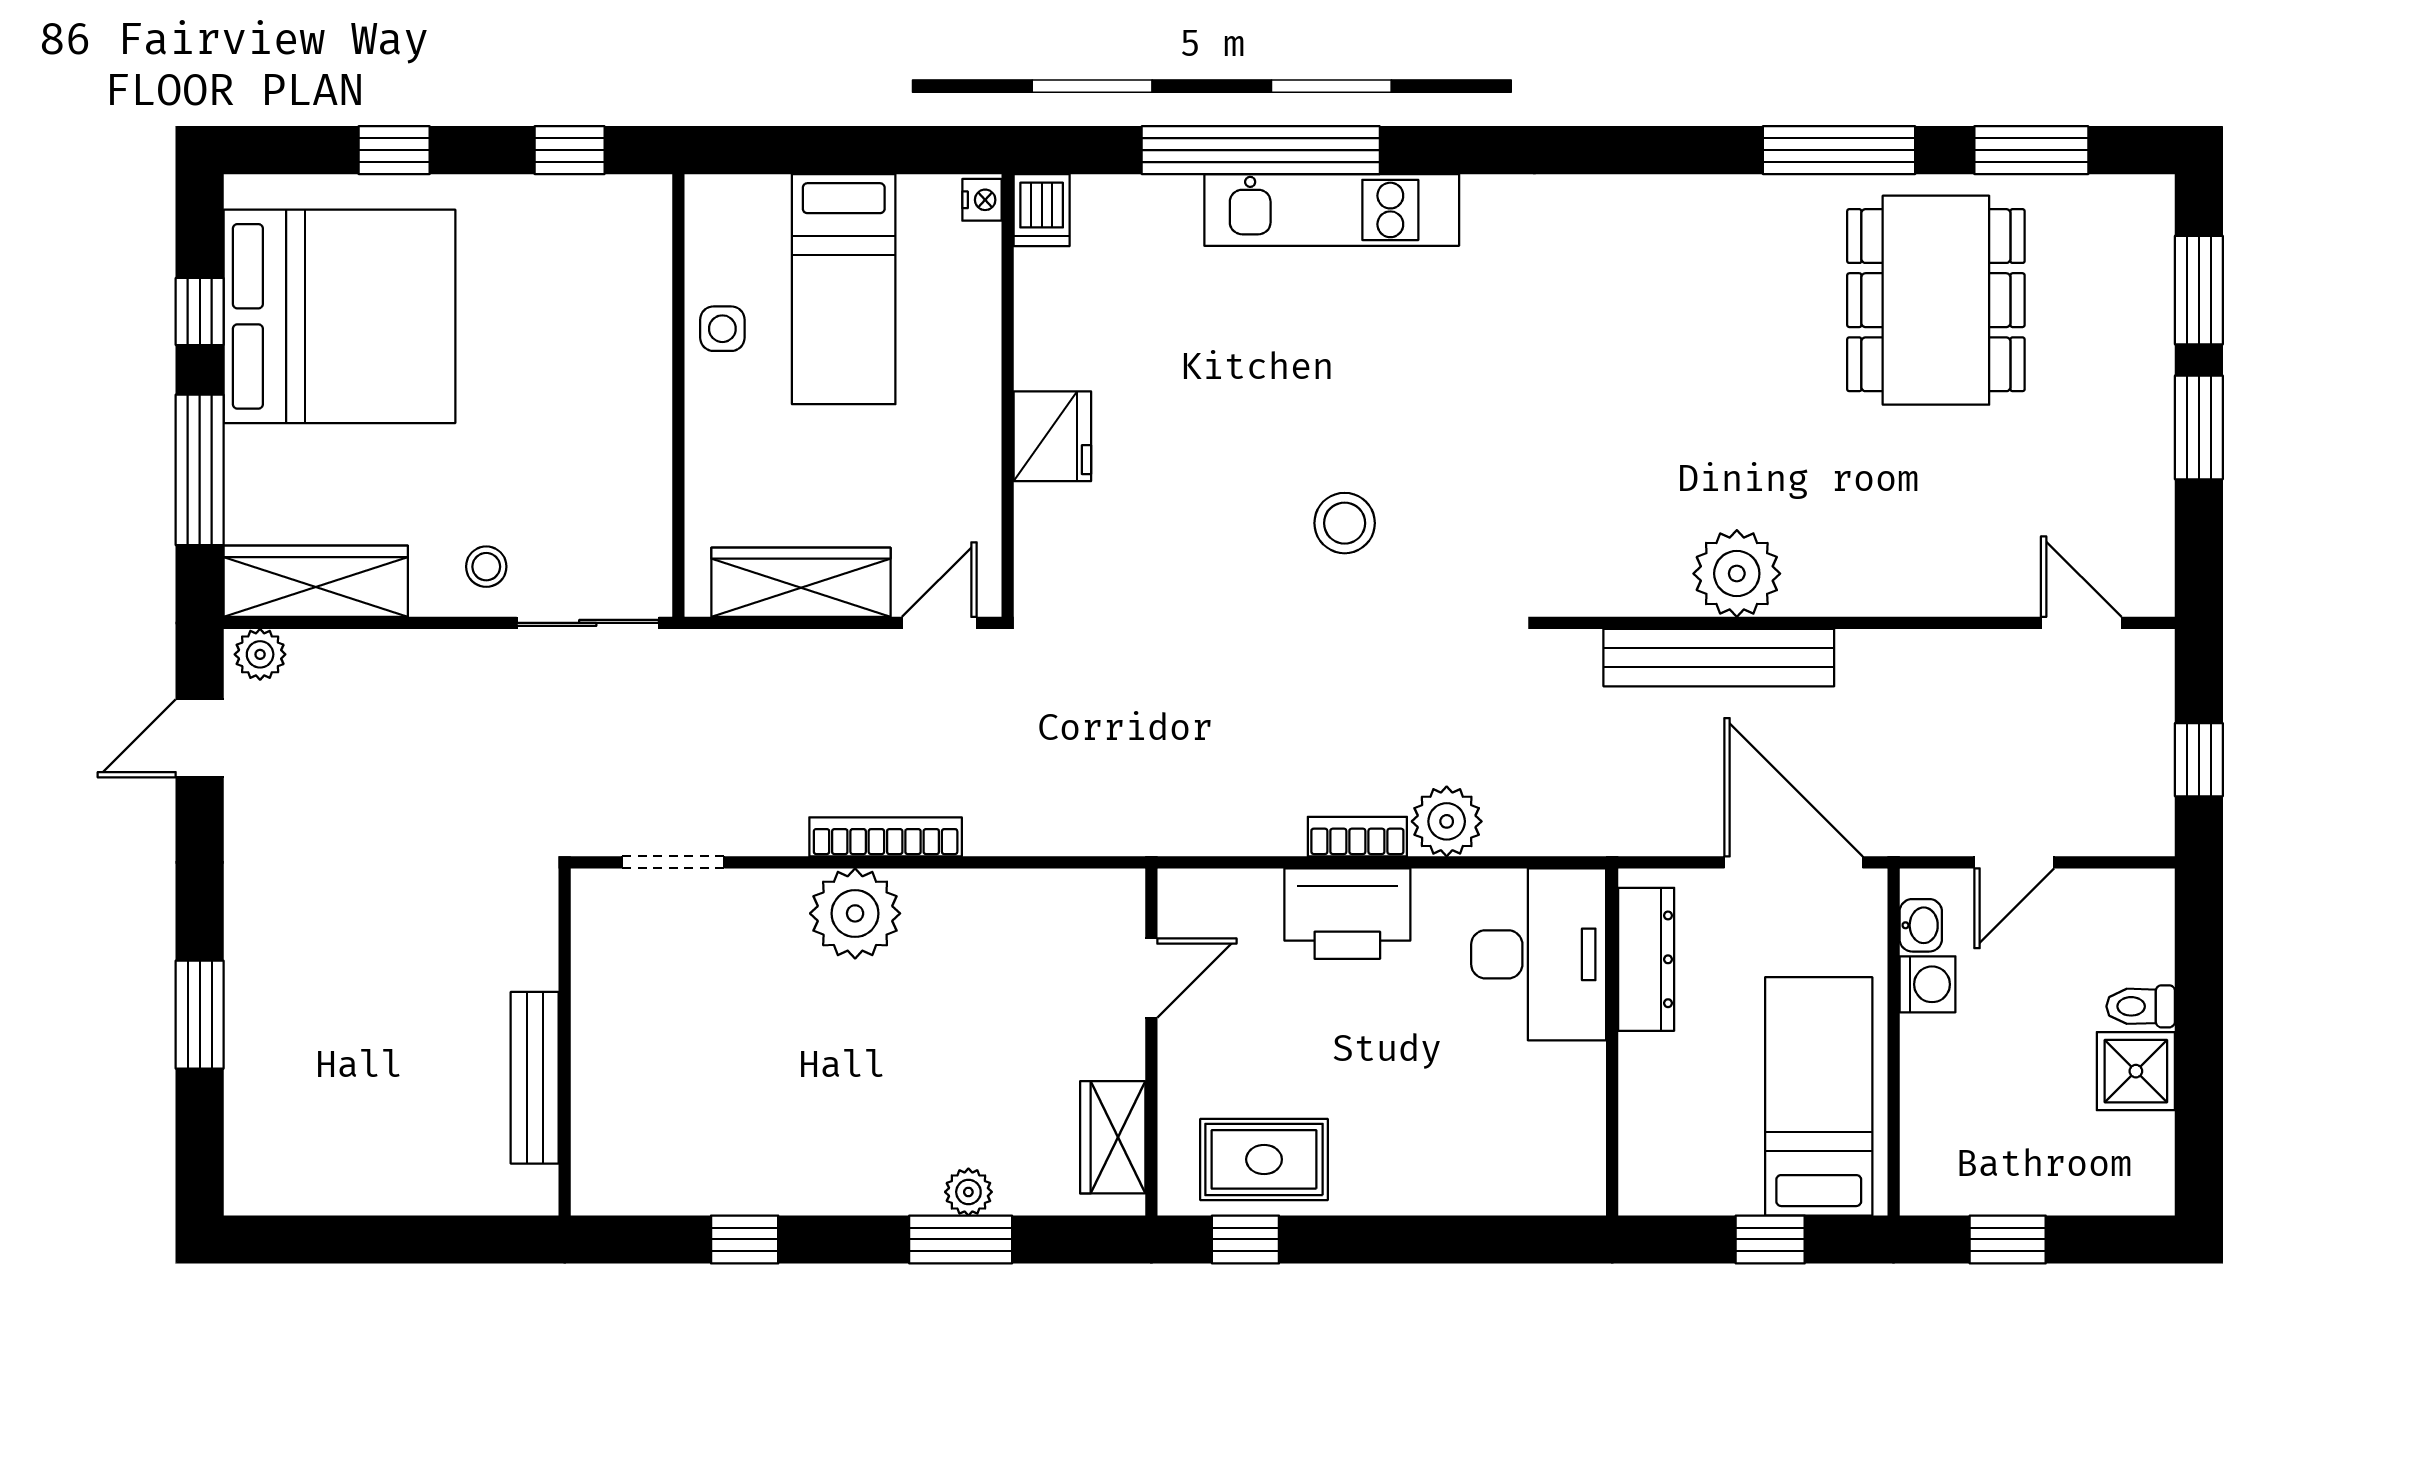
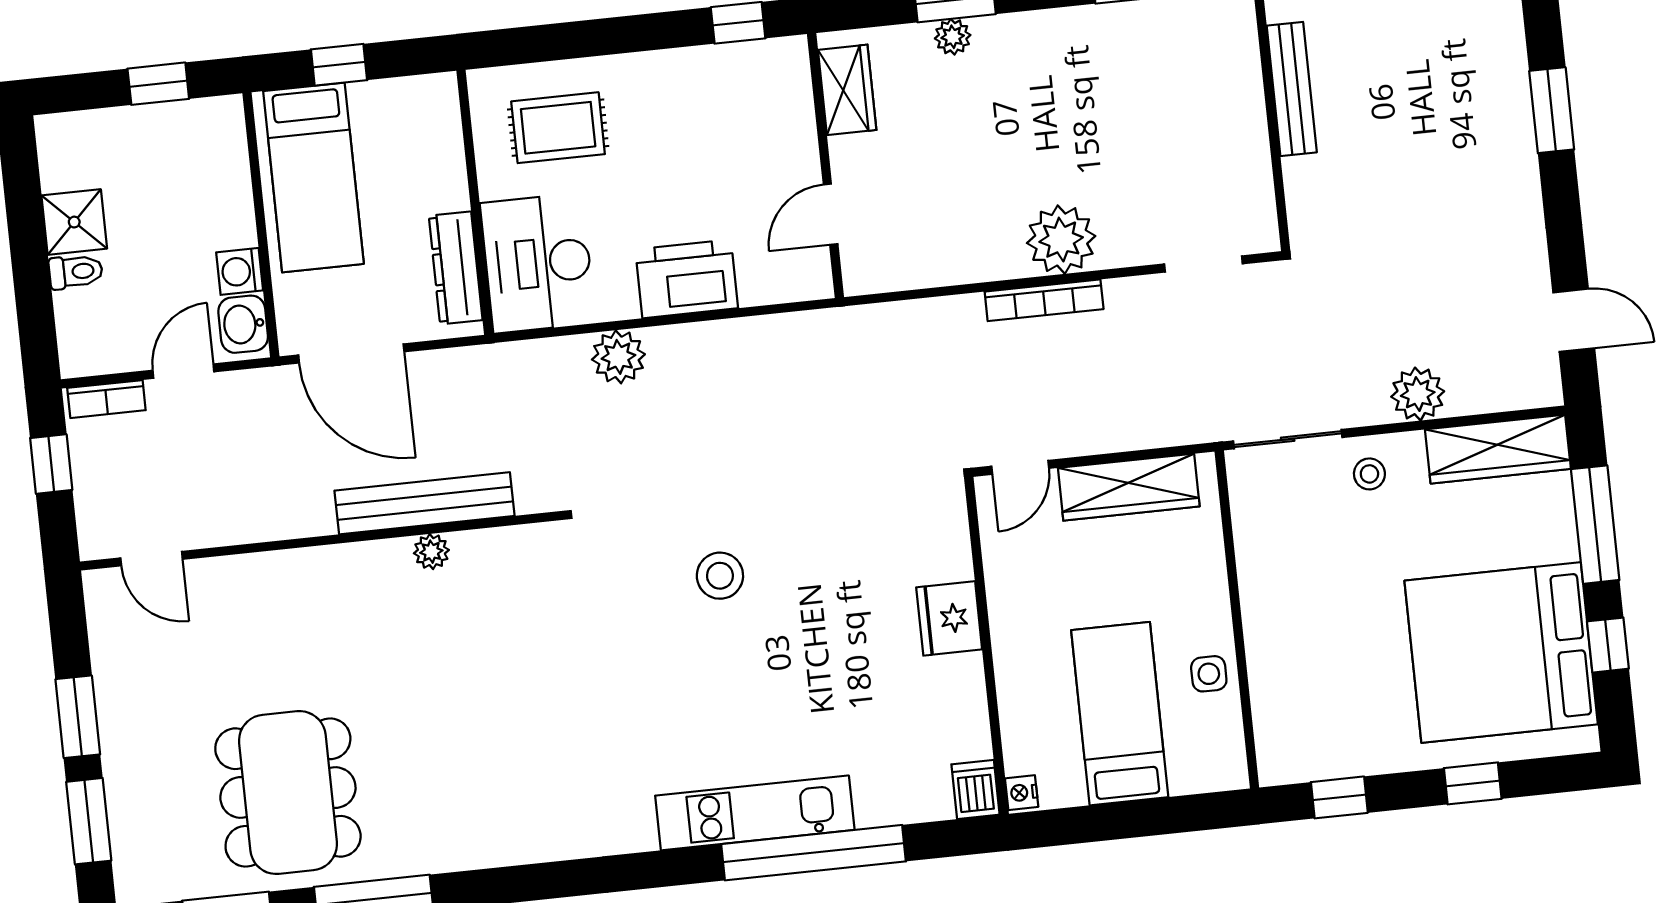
plant: (1737, 574) -> (431, 552), width x0.53, depth x0.53
plant: (260, 654) -> (1418, 394), moved, width x1.38, depth x1.38
door: (200, 738) -> (1574, 320), hinge flipped
bookcase: (1357, 837) -> (106, 399), moved
washbasin: (1921, 925) -> (243, 324), width x1.38, depth x1.45
rug: (1264, 1159) -> (558, 128), moved

